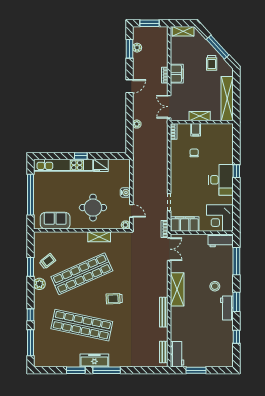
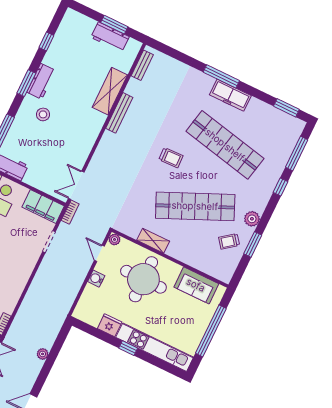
round table: (93, 208) -> (143, 279), width x1.36, depth x1.36
shelving: (177, 289) -> (110, 91), moved
workbench: (177, 354) -> (110, 37), moved, turned -90
window: (76, 370) -> (286, 108), moved

